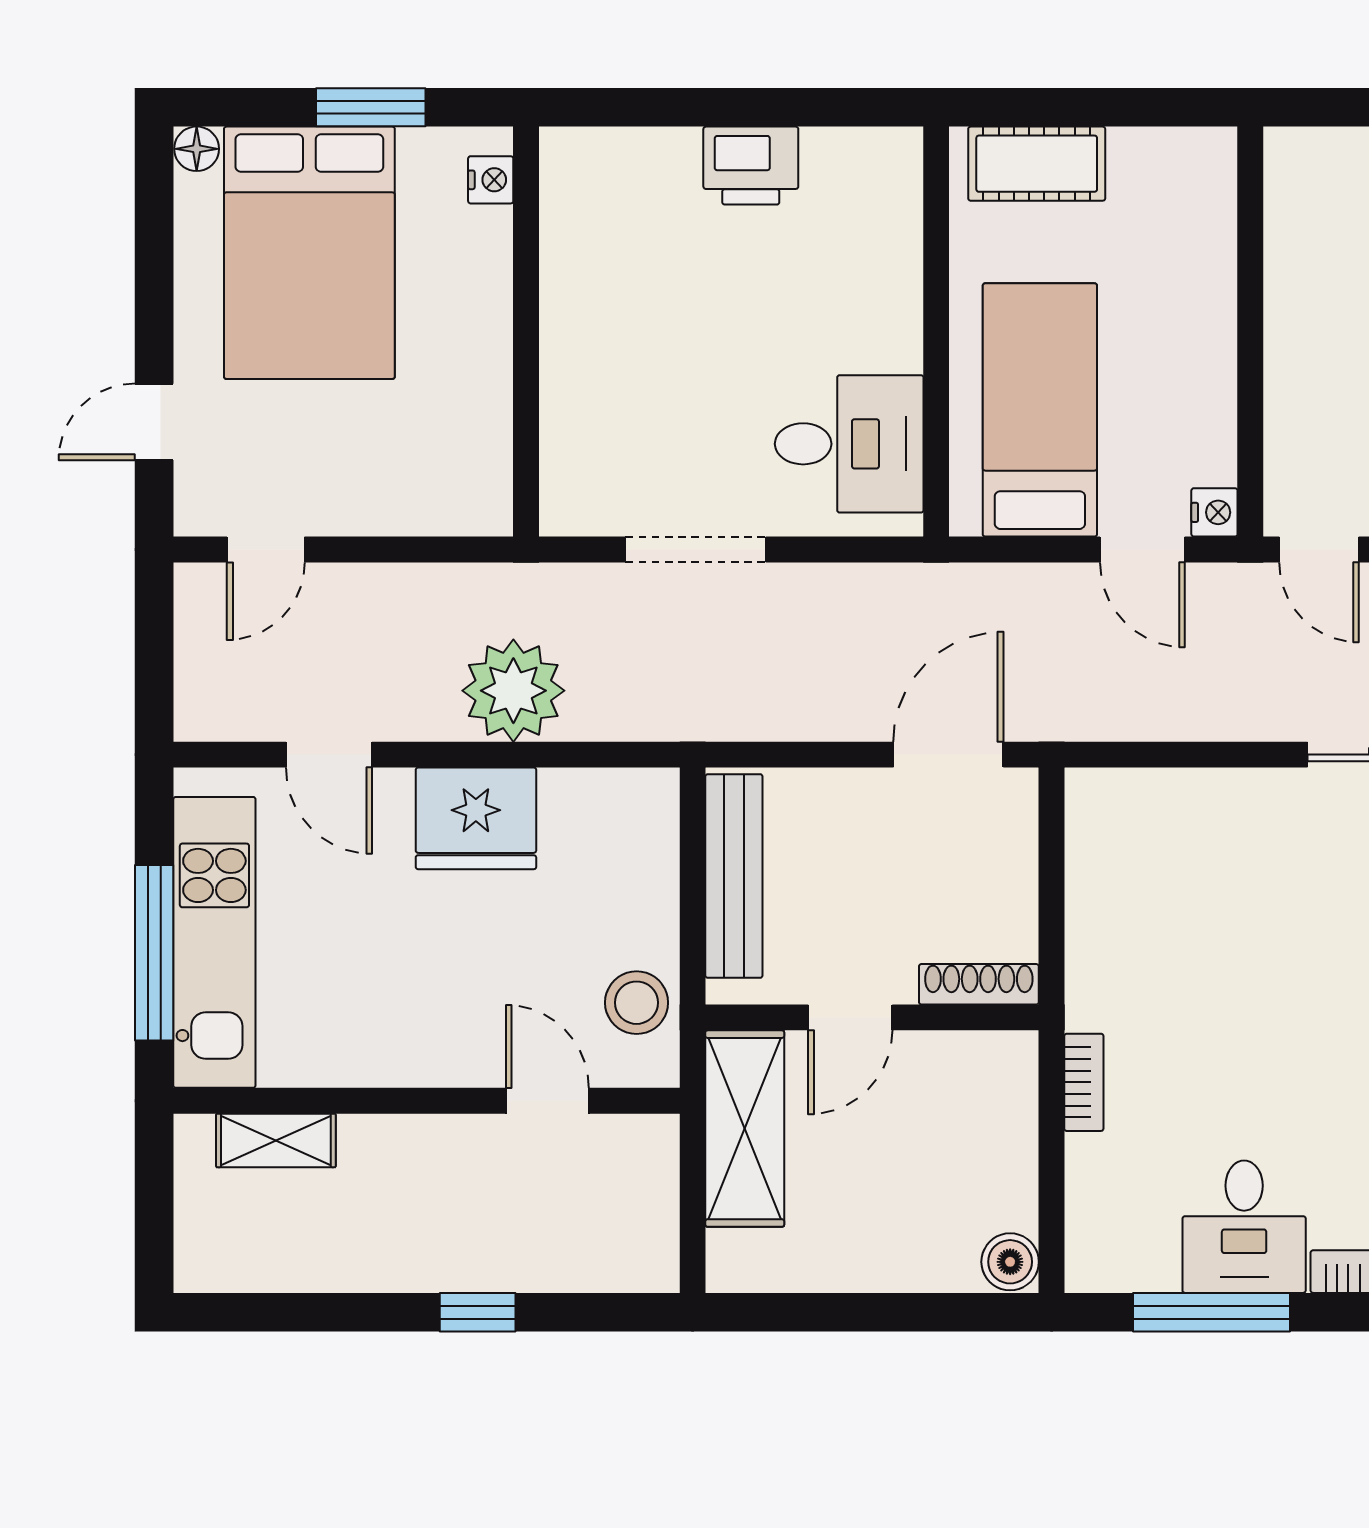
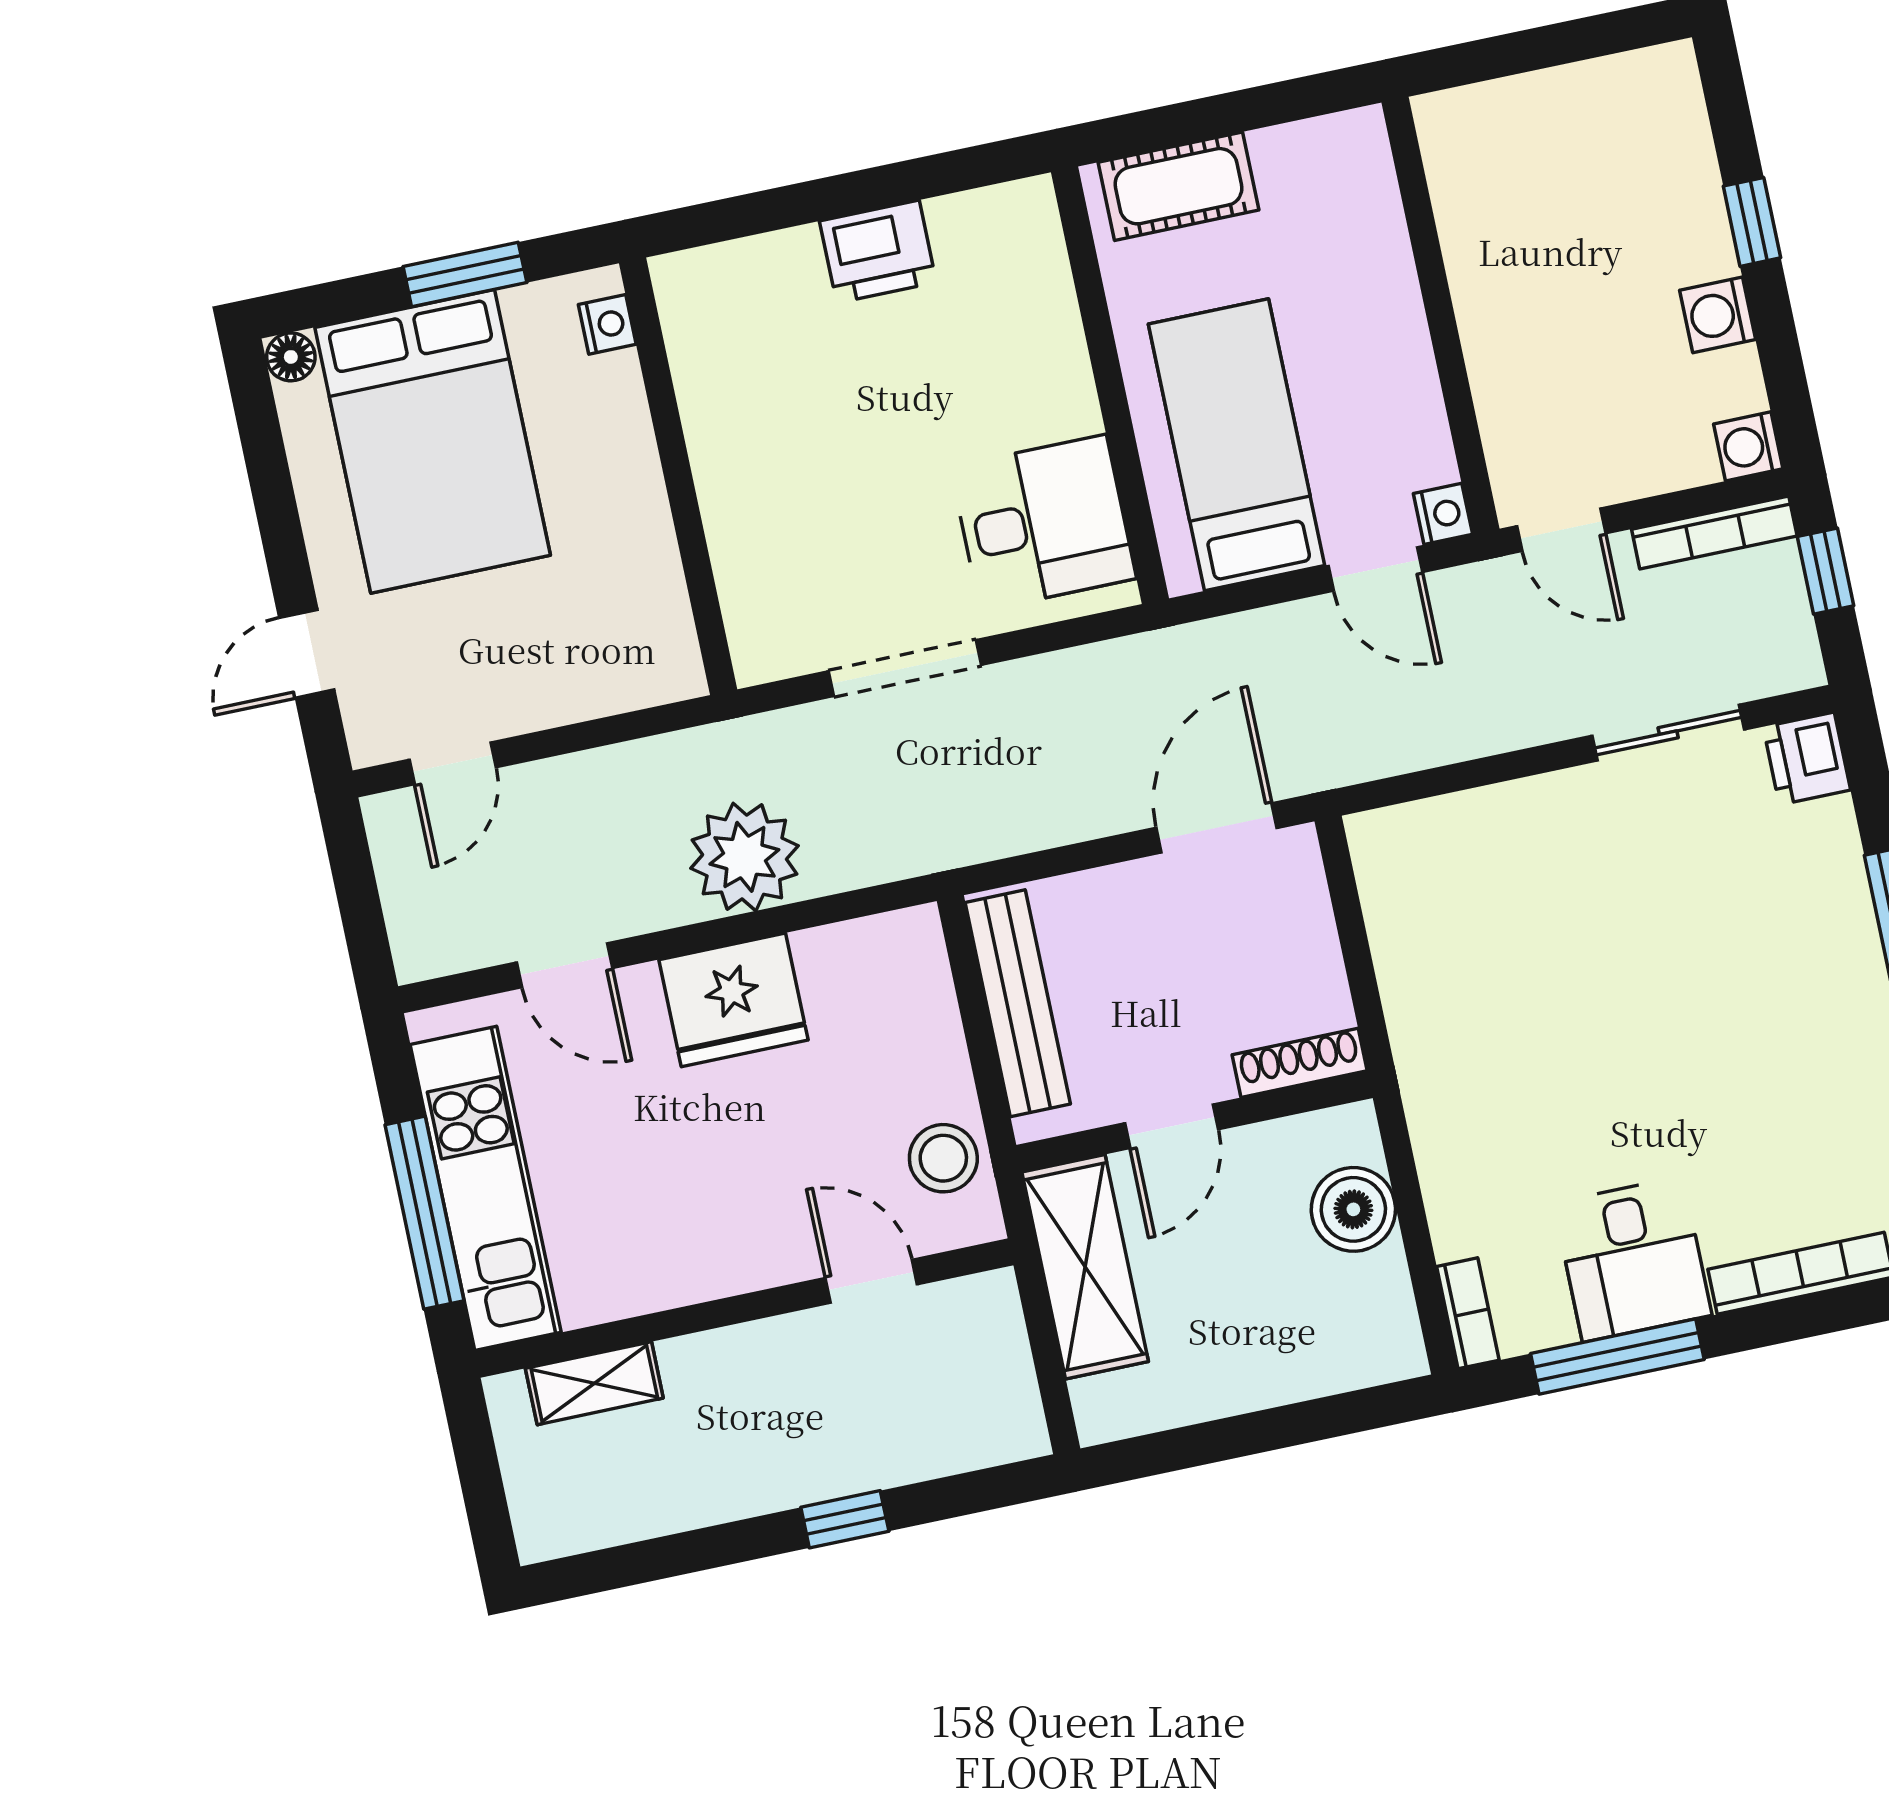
bookcase: (1084, 1082) -> (1468, 1313), moved
boiler: (1010, 1262) -> (1353, 1209), moved, width x1.36, depth x1.36

